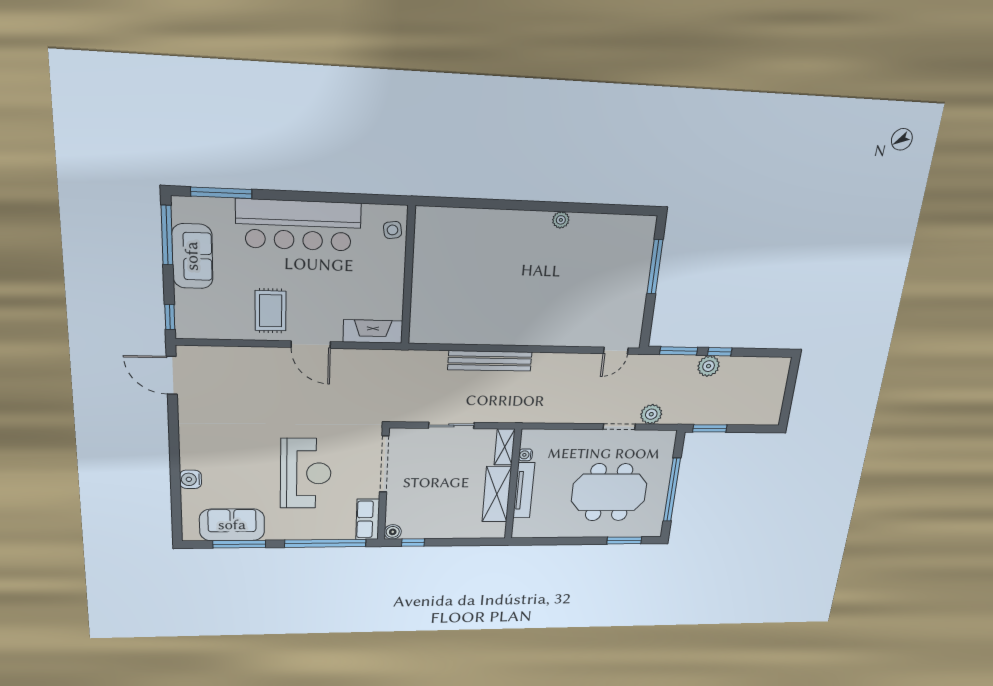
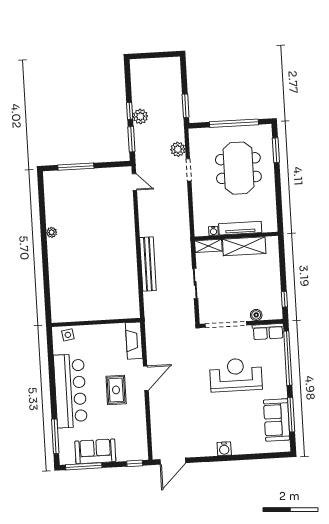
rug: (271, 311) -> (116, 390), moved, turned 90
water cooler: (191, 479) -> (224, 449), moved
boiler: (393, 532) -> (256, 315), moved

